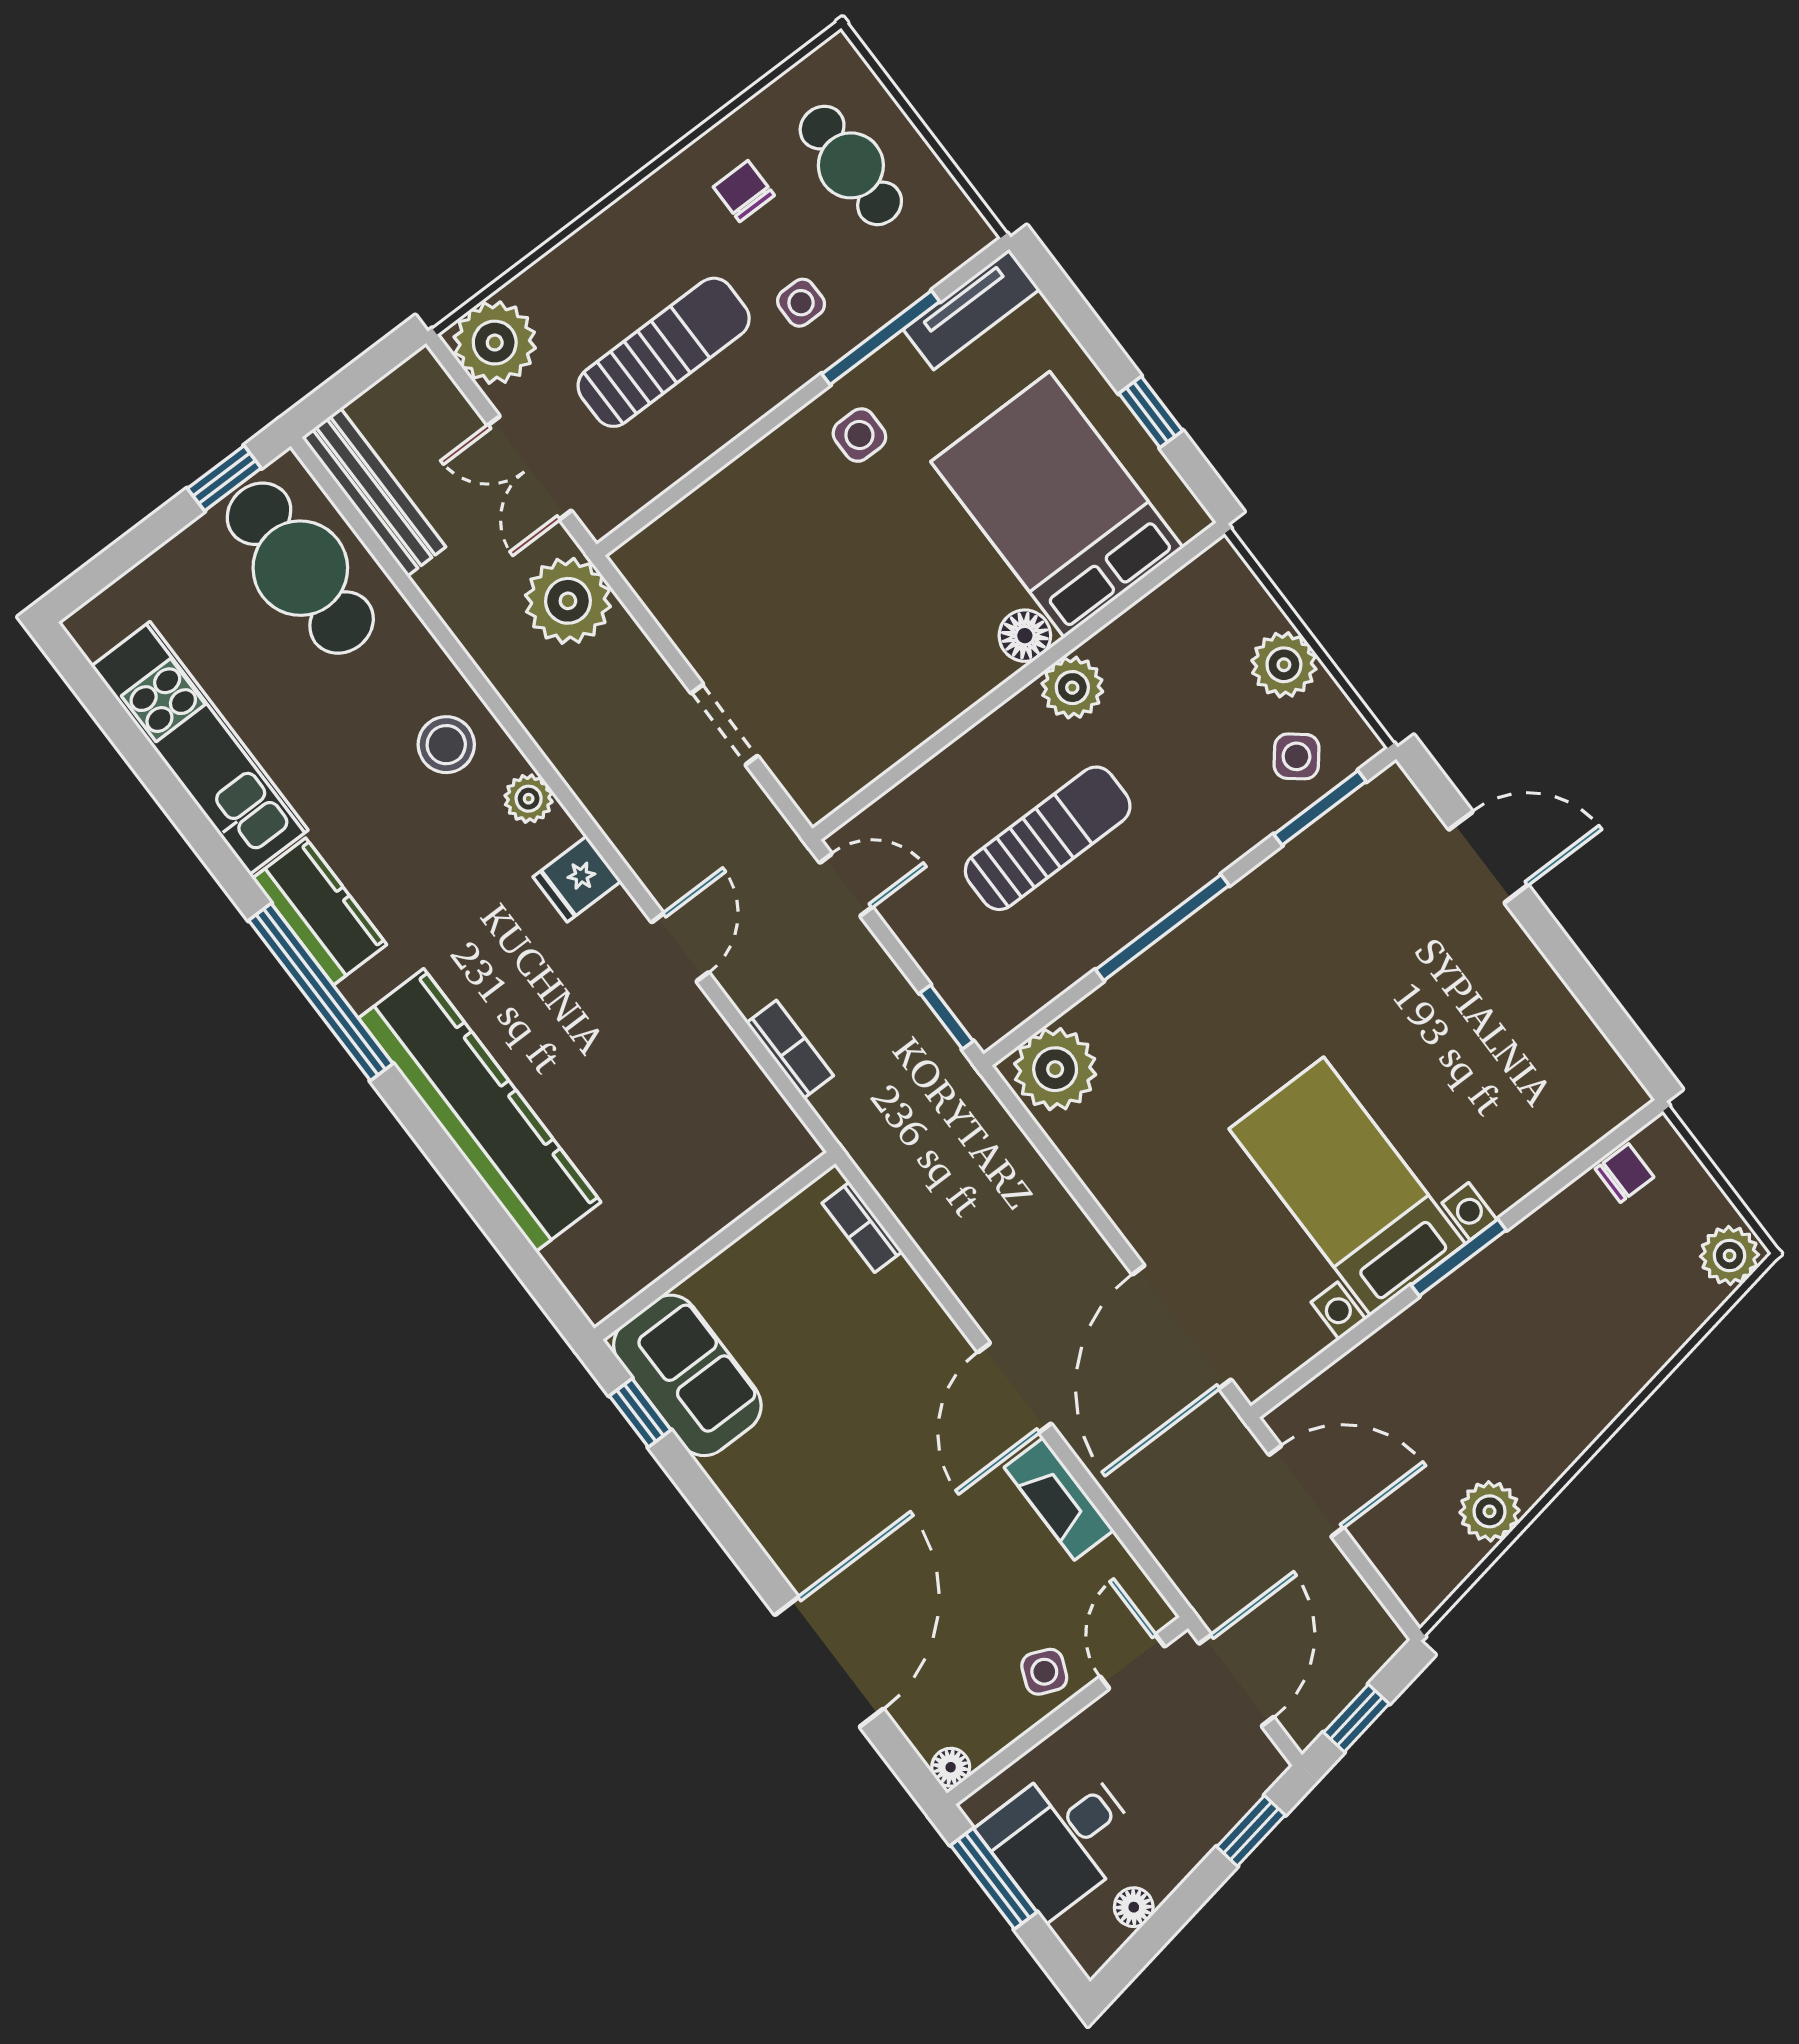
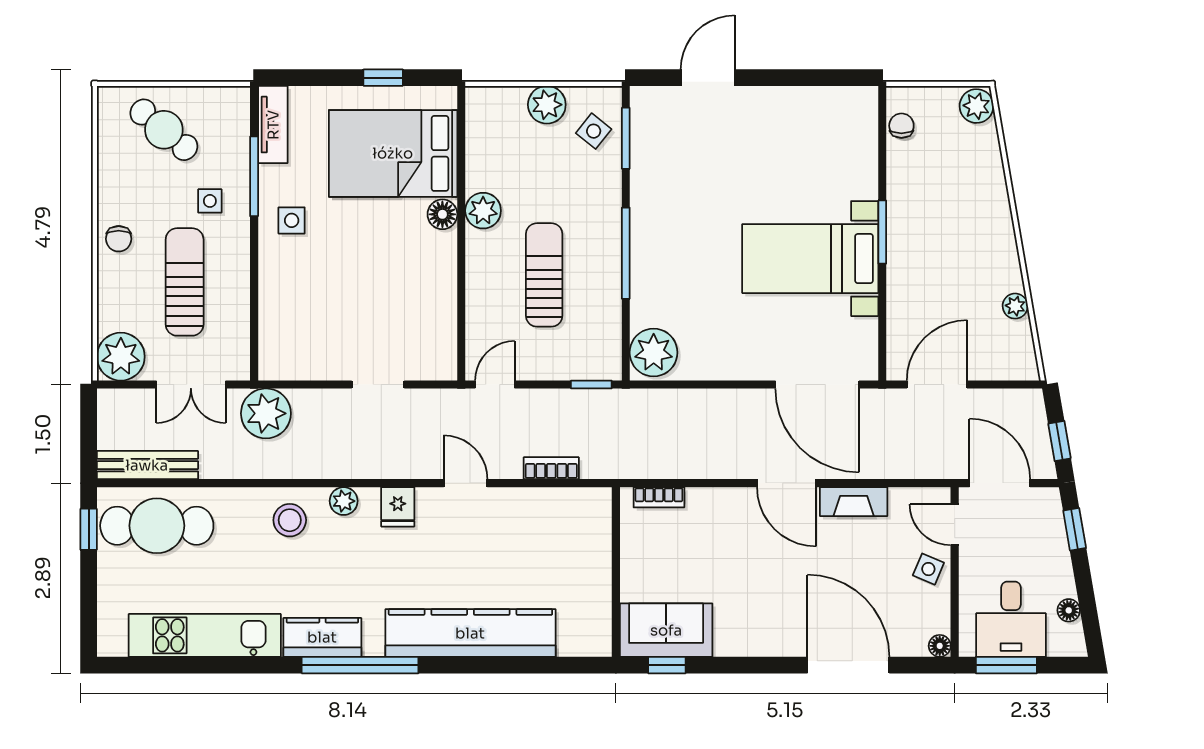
cafe table: (851, 165) -> (164, 130), turned 40
chair: (744, 191) -> (119, 239), moved, turned -90
plant: (1490, 1511) -> (1015, 306), width x0.73, depth x0.73

